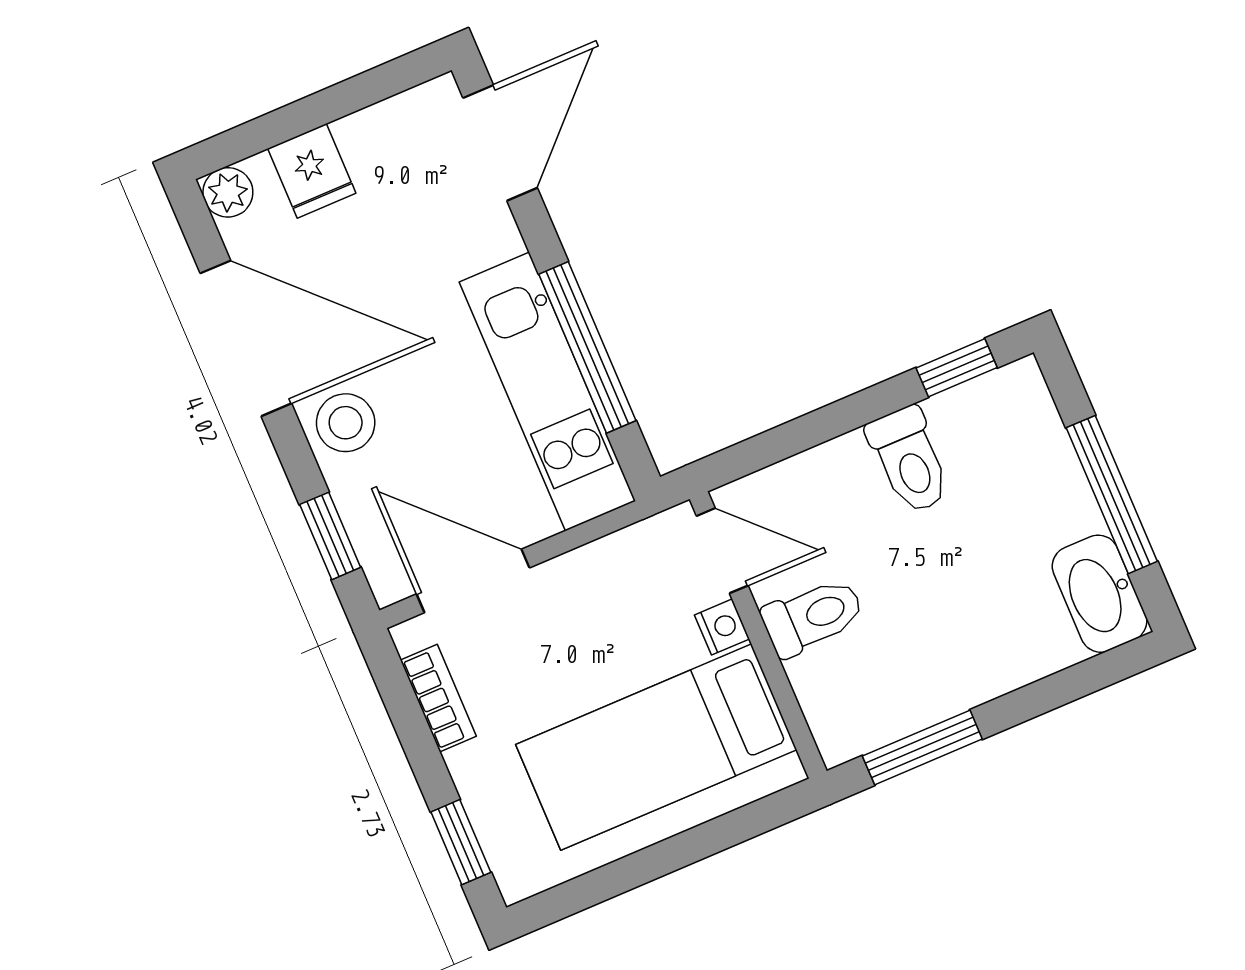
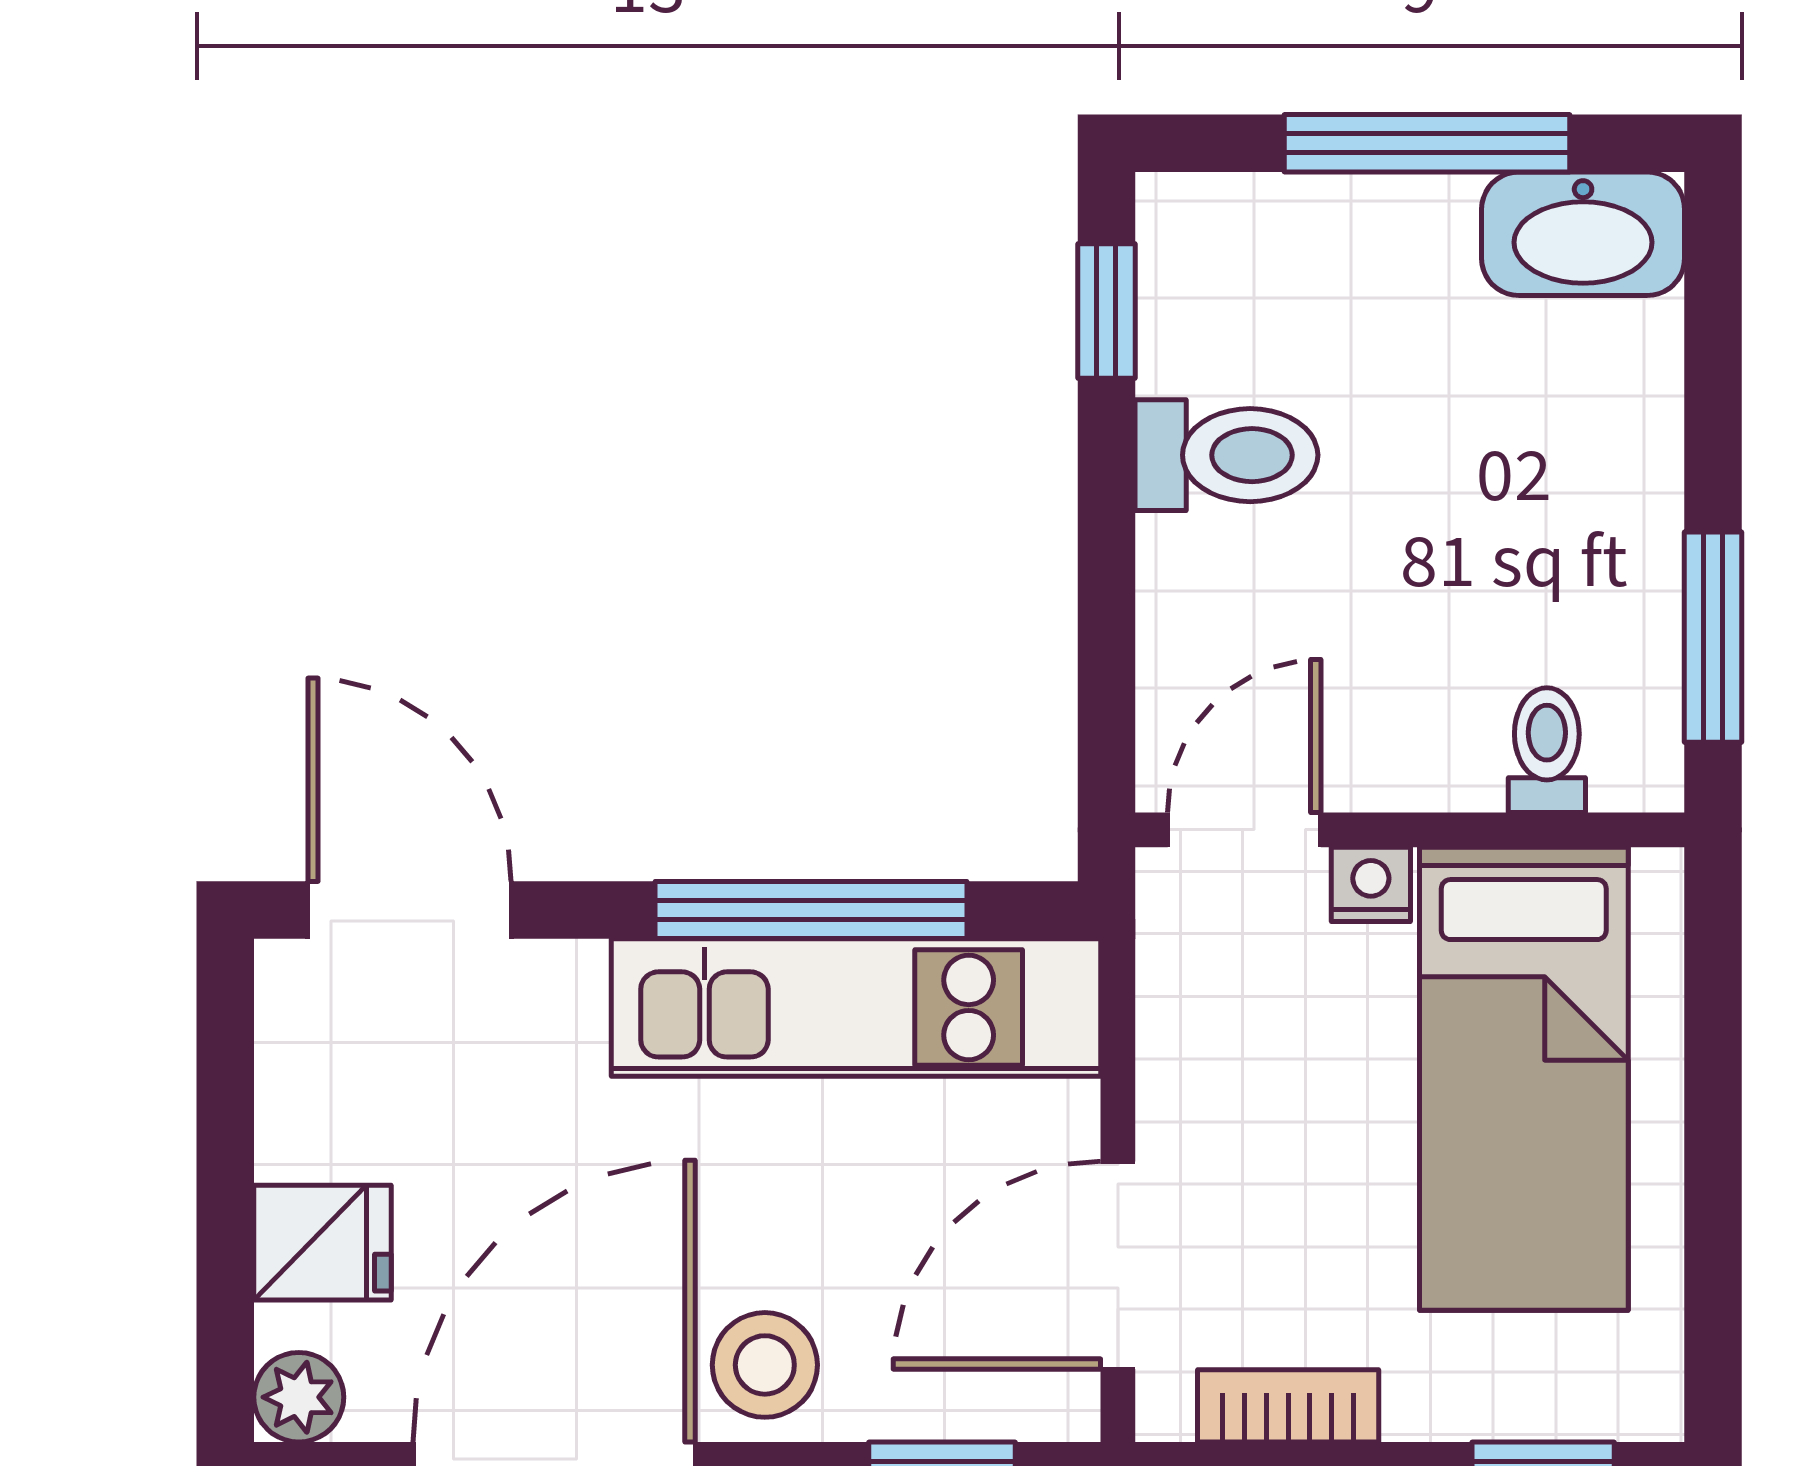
toilet: (813, 617) -> (1547, 750), moved, width x0.73, depth x0.72

